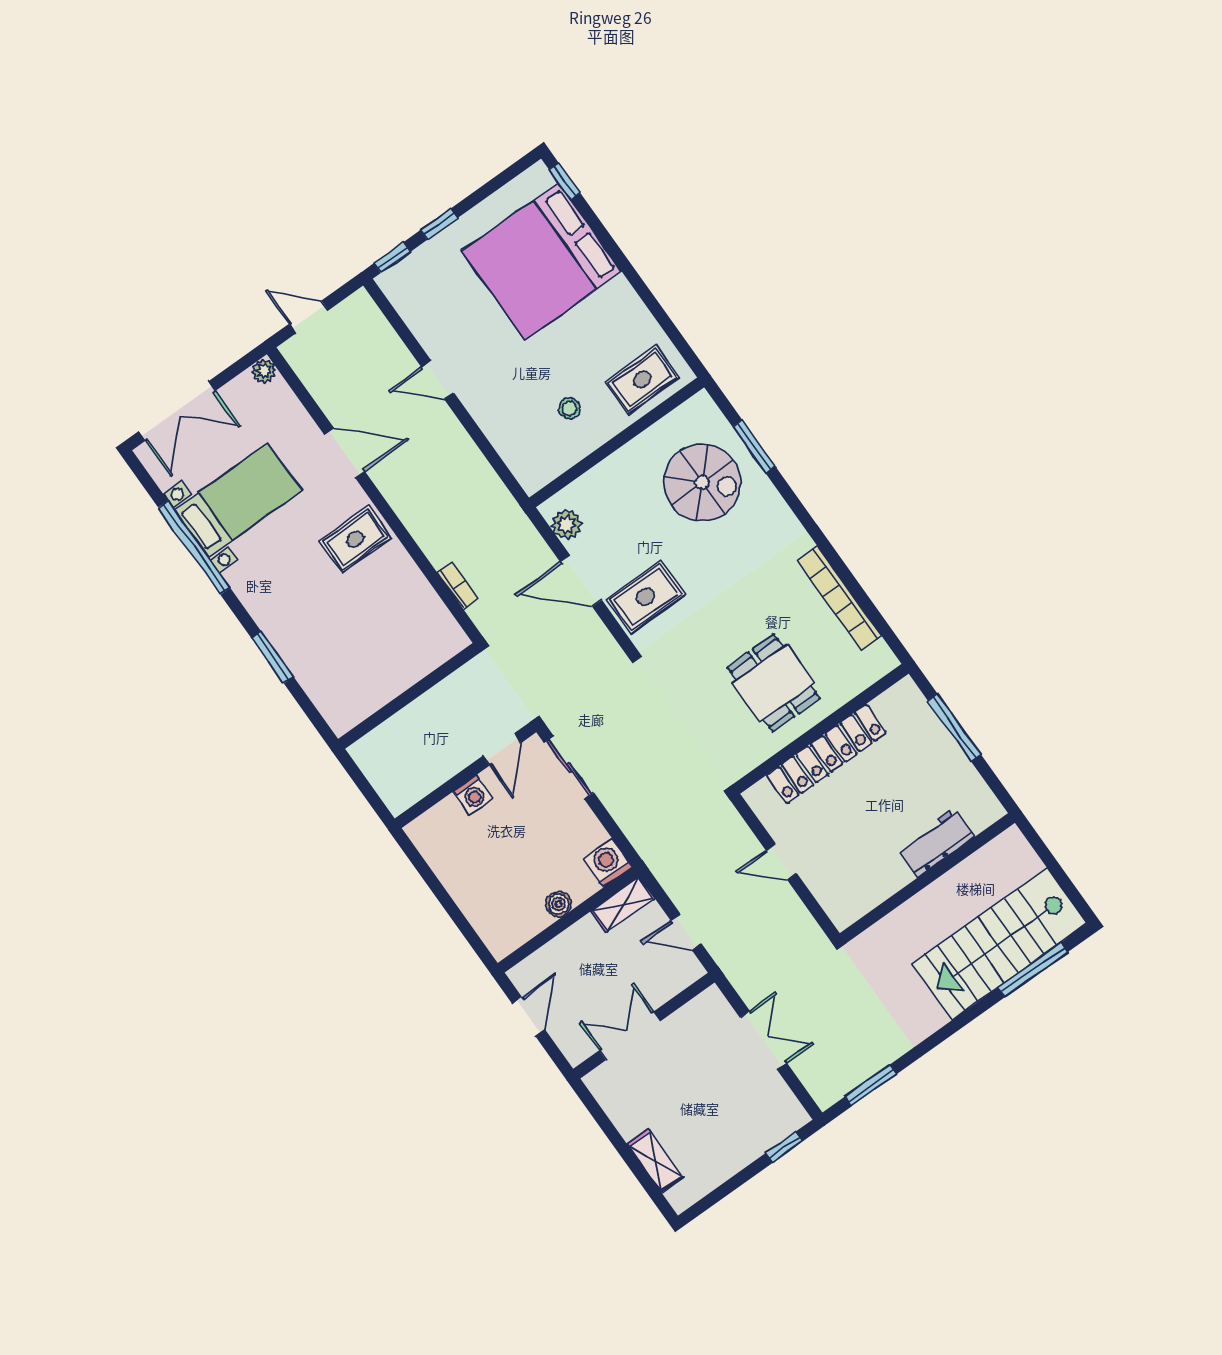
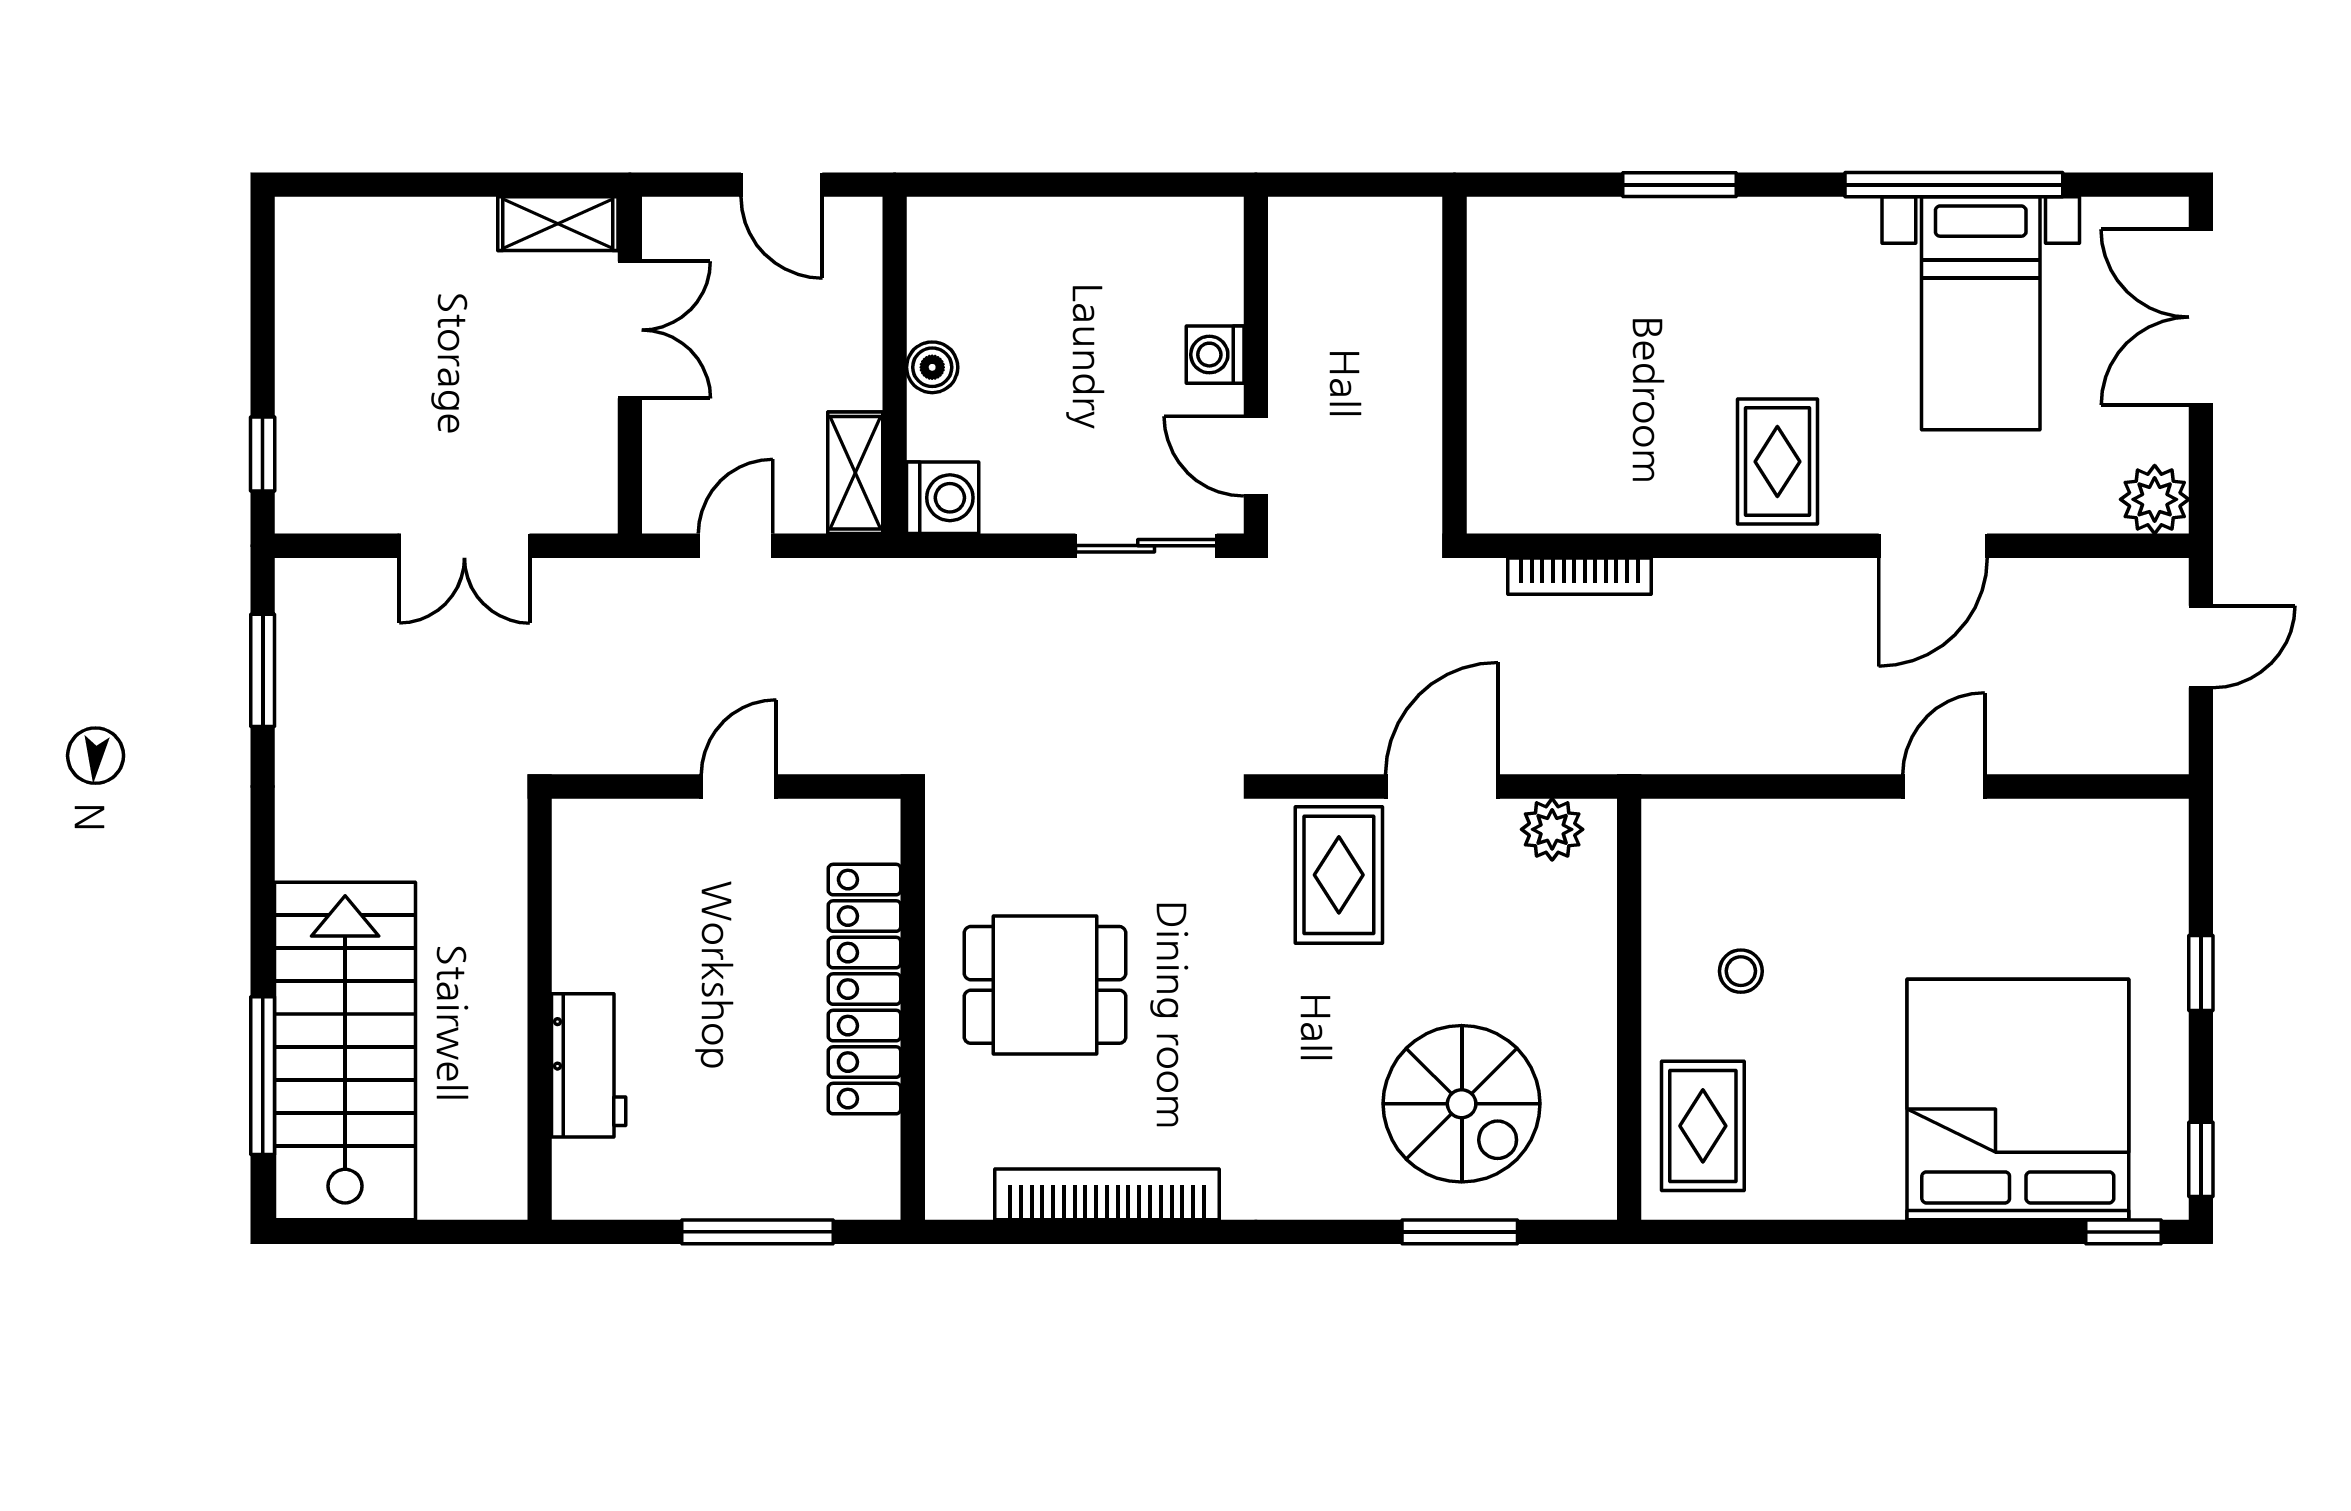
window: (392, 257) -> (2201, 1159), moved
plant: (264, 371) -> (2155, 499), width x1.38, depth x1.38
spiral stairs: (702, 482) -> (1462, 1104), turned -90
bookcase: (458, 586) -> (1579, 576), width x1.56
shelving: (655, 1161) -> (558, 224), moved

